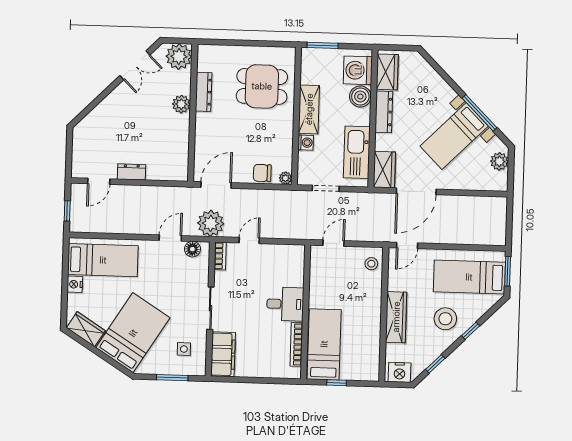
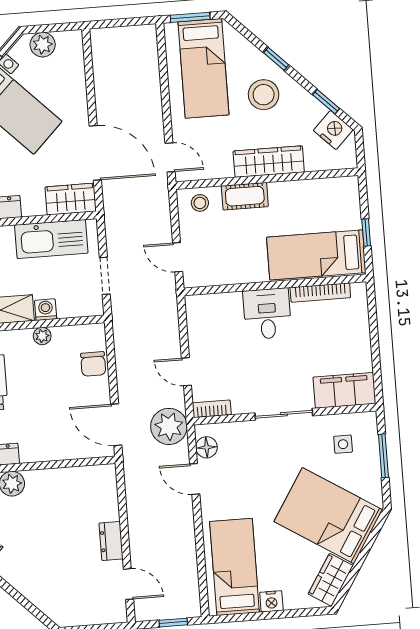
plant: (285, 178) -> (42, 336), moved
cot: (373, 297) -> (245, 196), added
nightstand: (400, 372) -> (333, 130), moved, turned -45

